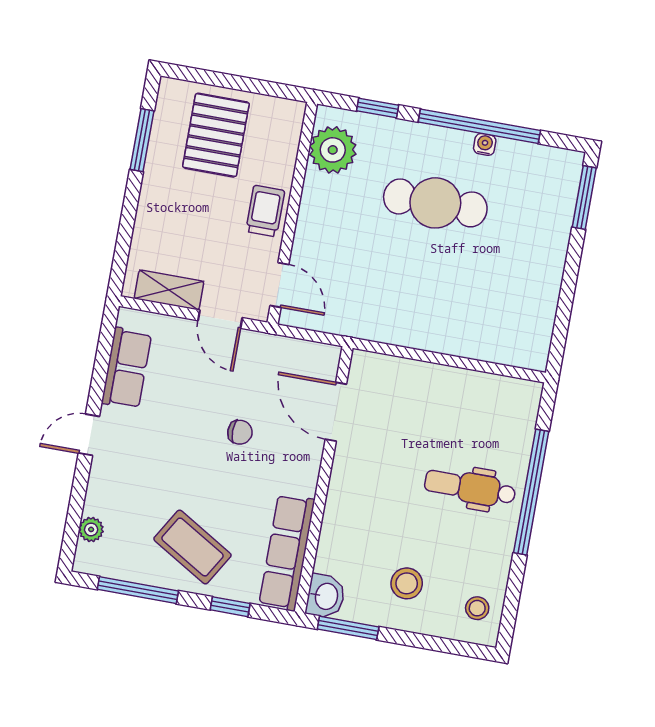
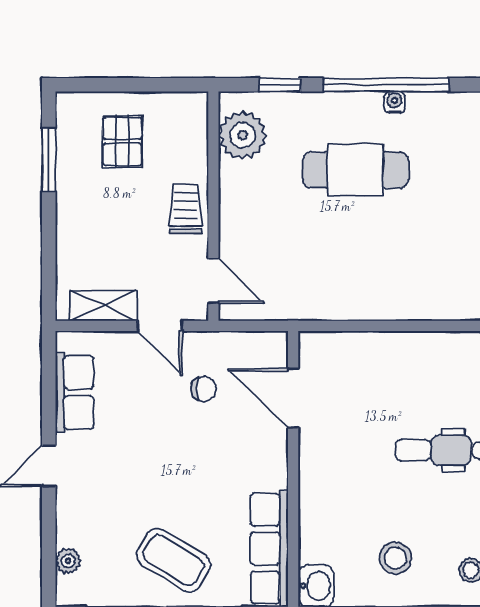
pallet: (216, 135) -> (122, 141), width x0.67, depth x0.71
chair: (240, 432) -> (204, 389), moved

